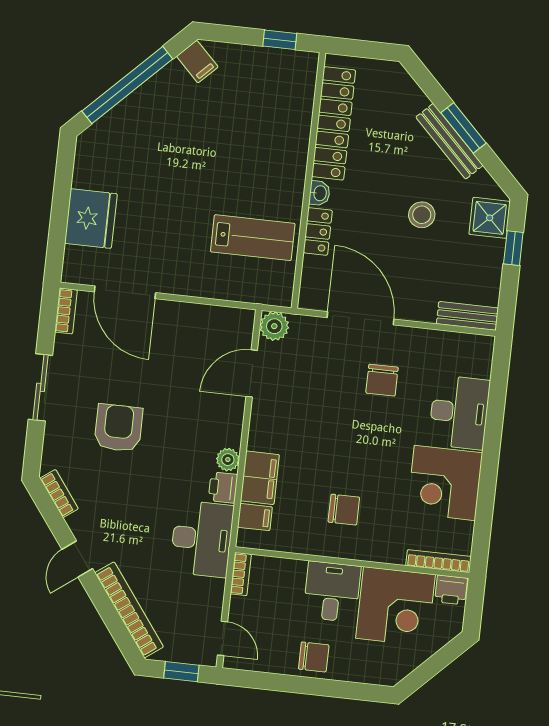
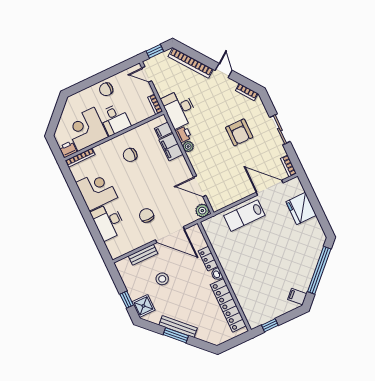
stool: (422, 215) -> (162, 279), moved
lab bench: (253, 238) -> (244, 216), moved
bench: (467, 316) -> (143, 255), moved
door: (252, 373) -> (200, 186), swing flipped

